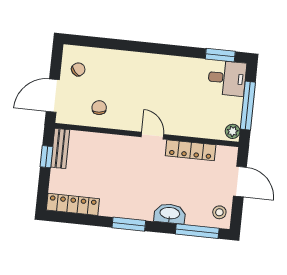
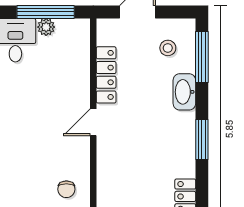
chair: (99, 108) -> (66, 189), turned -84
plant: (233, 131) -> (46, 27), moved
stool: (219, 212) -> (168, 48), moved

